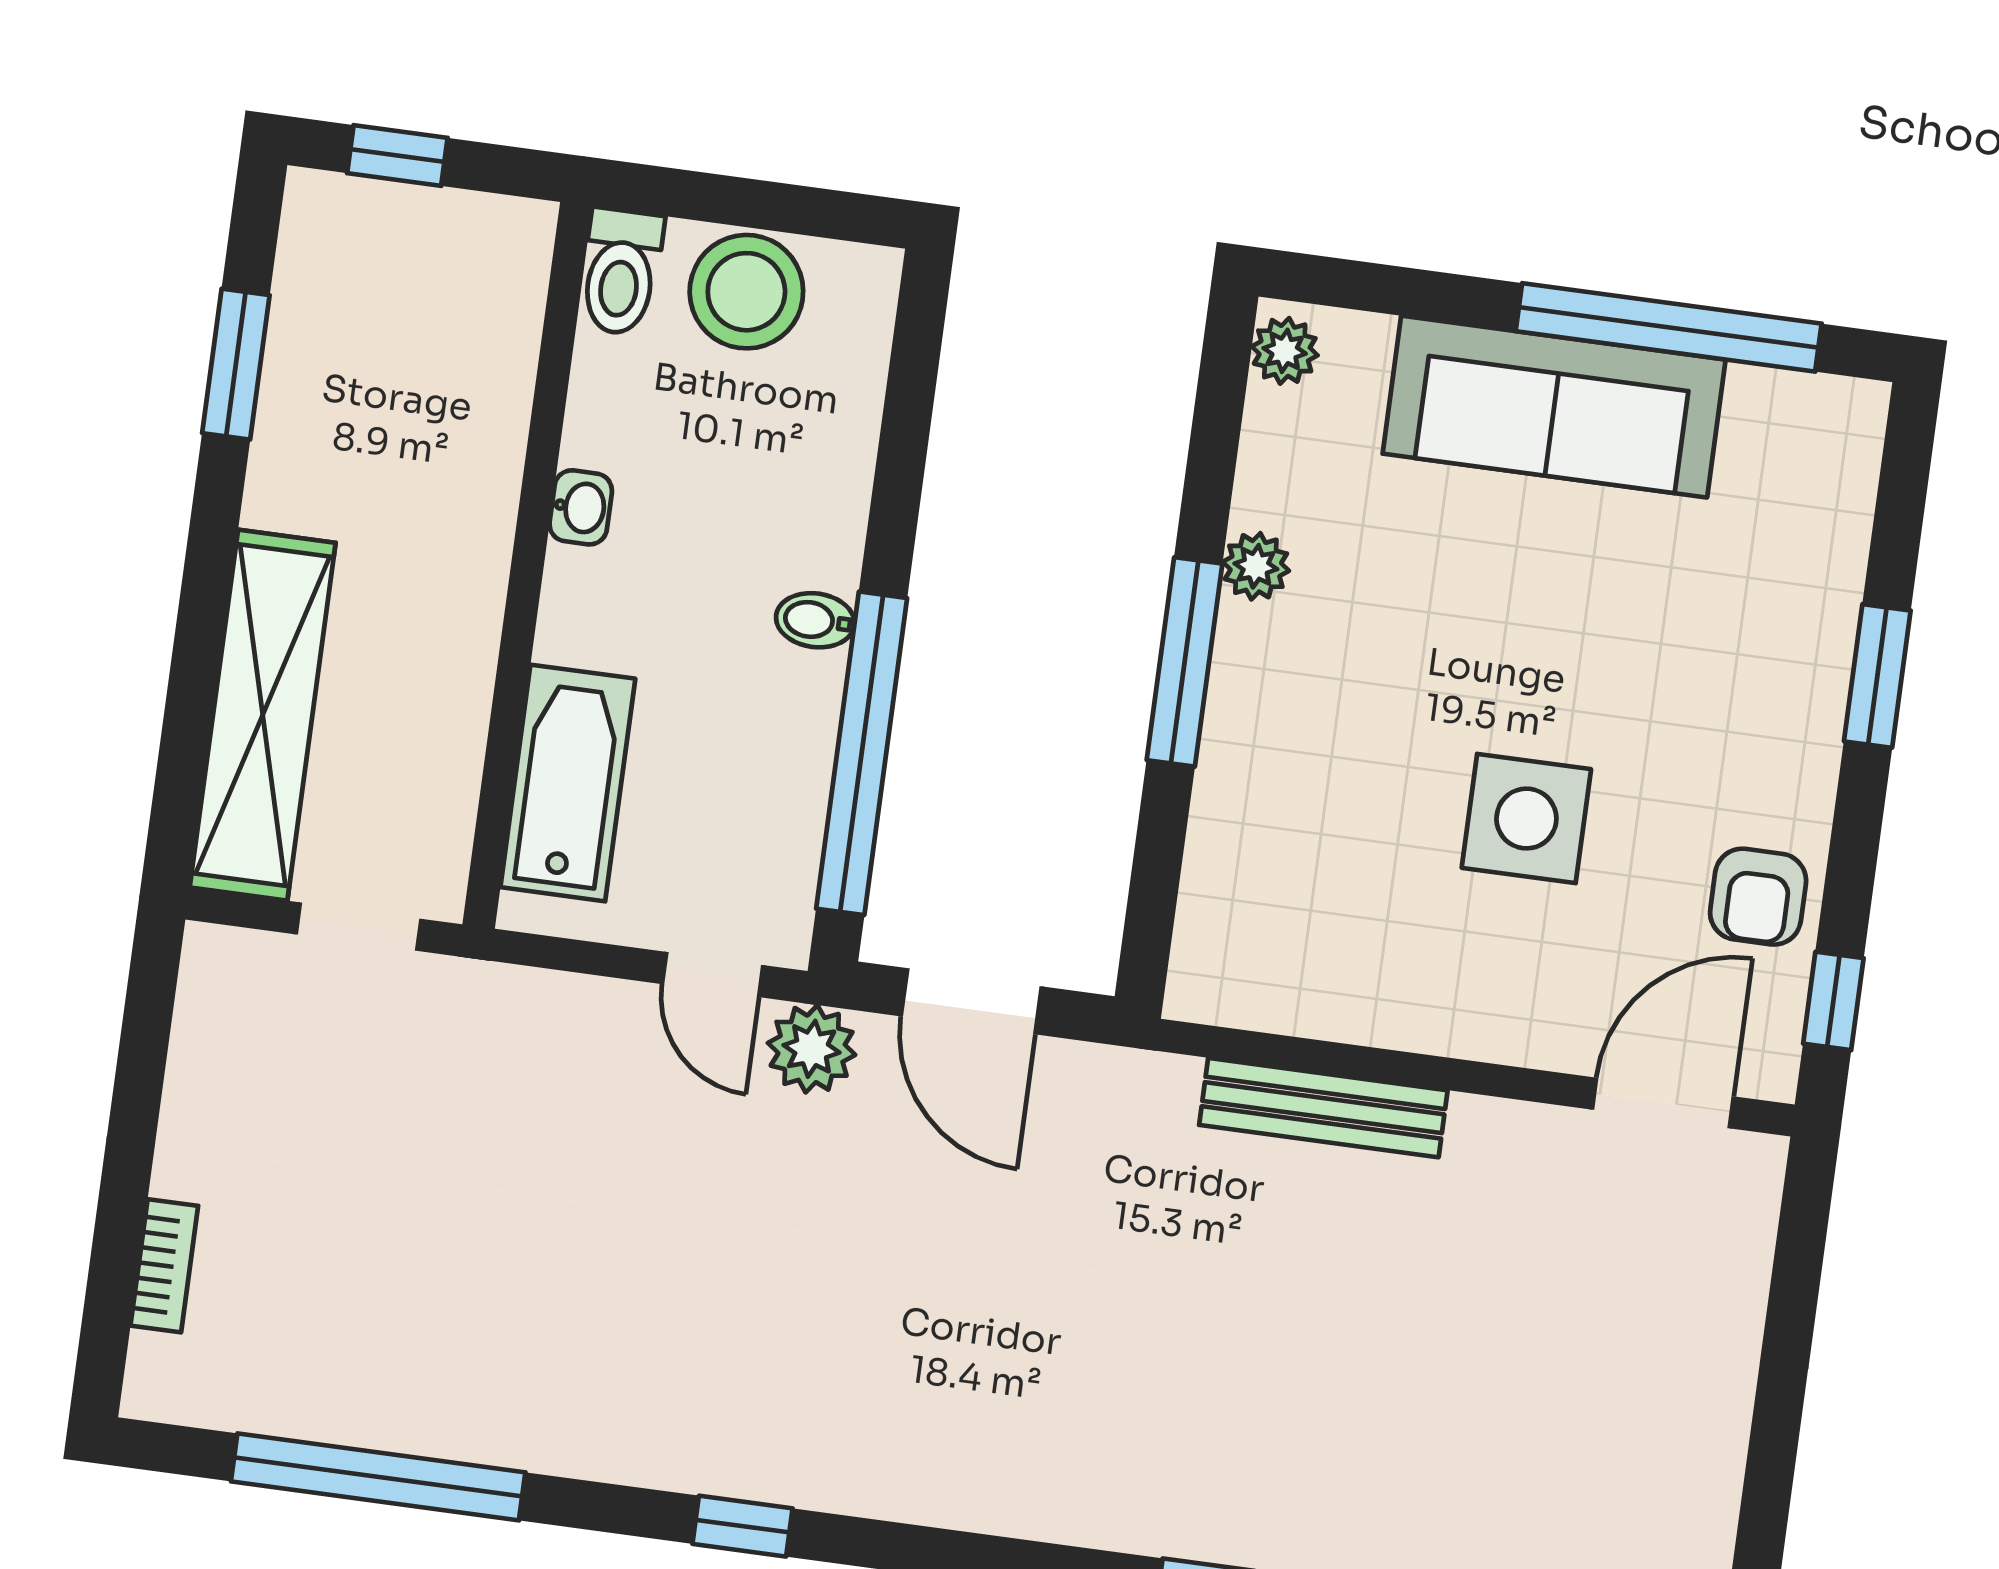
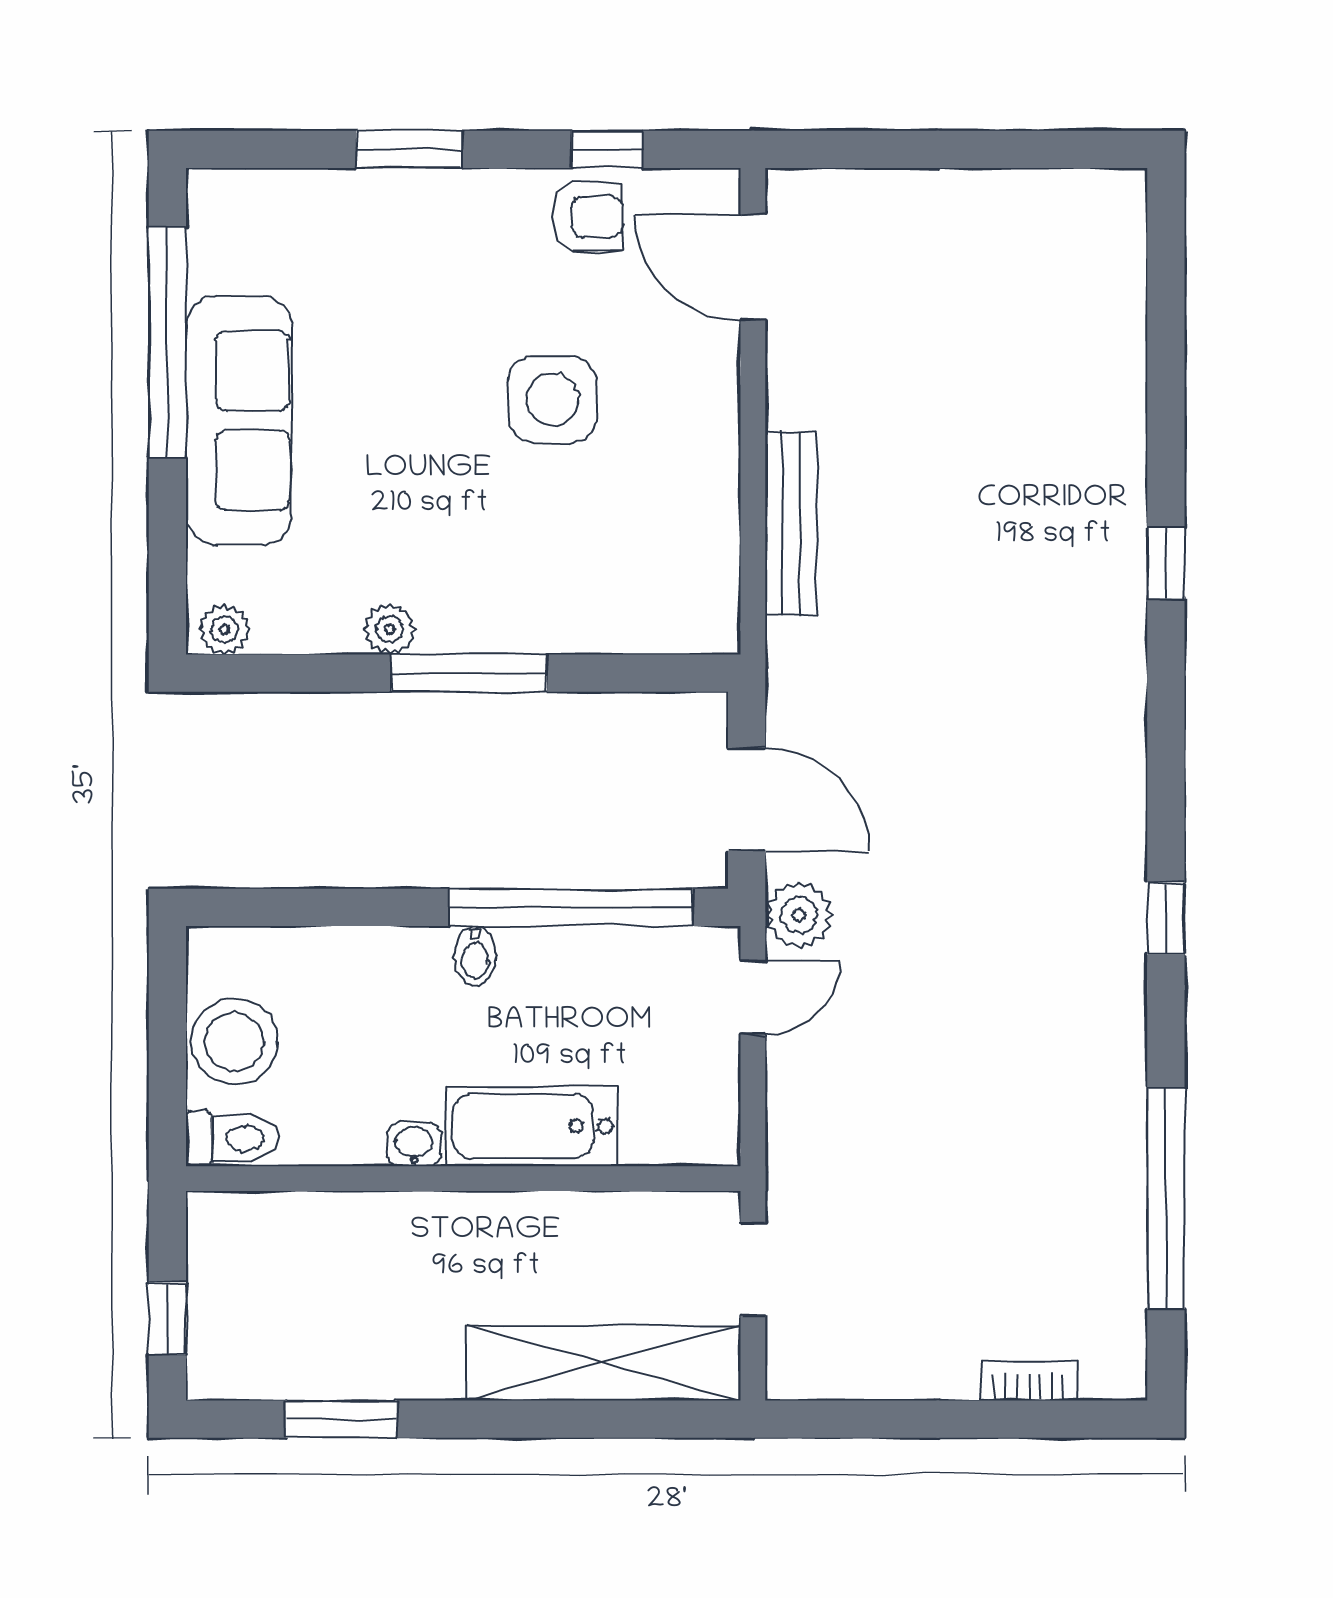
bathtub: (568, 783) -> (532, 1126), moved
door: (971, 1001) -> (747, 799), hinge flipped
window: (1833, 1001) -> (607, 149), moved

